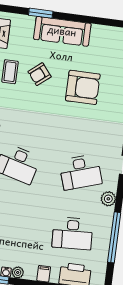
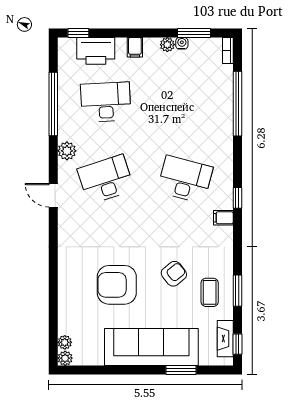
sofa: (62, 31) -> (151, 347), width x1.36, depth x1.27
armchair: (40, 74) -> (174, 274), moved

